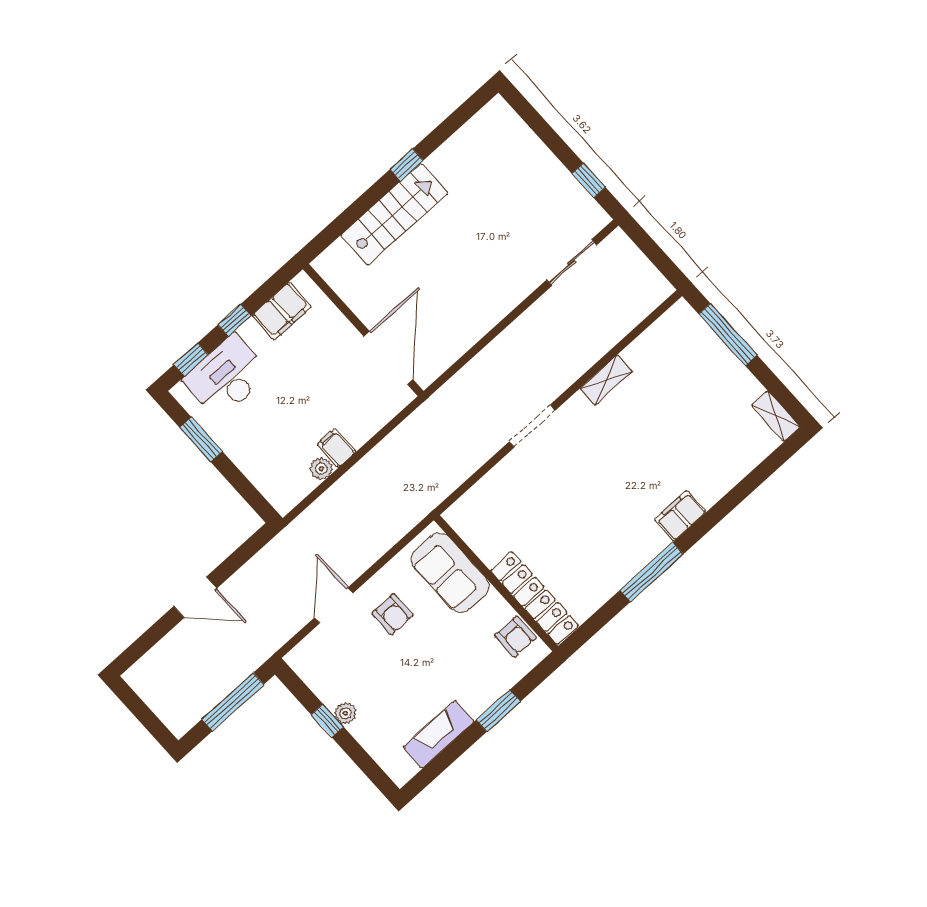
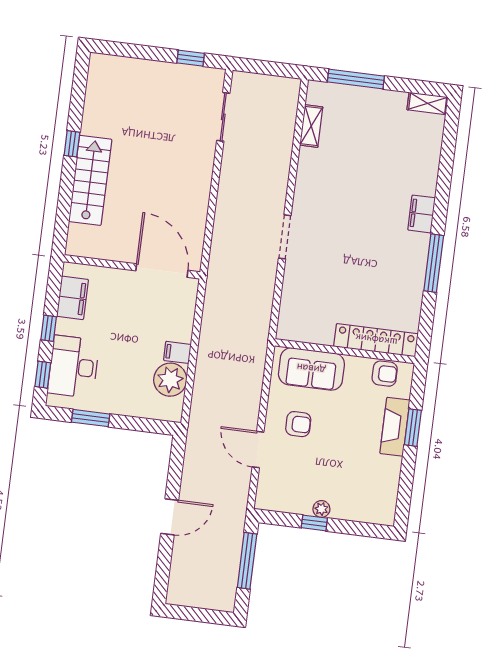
shelving: (606, 380) -> (311, 126), moved
plant: (321, 469) -> (170, 380), width x1.87, depth x1.87
fireplace: (439, 734) -> (395, 427), moved

